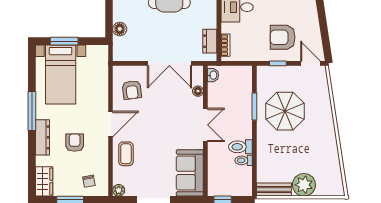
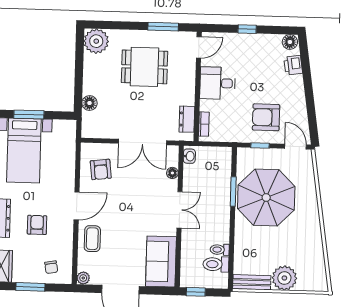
parasol: (285, 111) -> (266, 197), width x1.36, depth x1.36
toilet: (240, 147) -> (216, 264), moved

